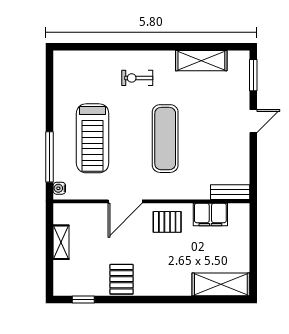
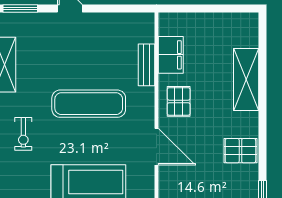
bench: (230, 192) -> (146, 65), moved
shelving: (221, 284) -> (246, 80), moved

